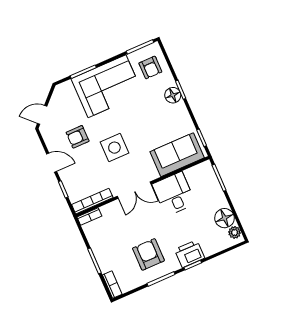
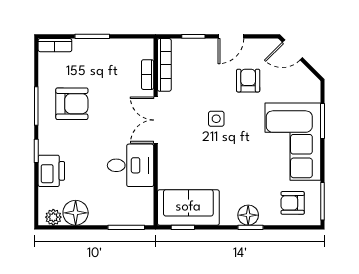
door: (42, 115) -> (292, 50), swing flipped
side table: (114, 148) -> (216, 119), width x0.54, depth x0.54
sofa: (177, 155) -> (188, 207), moved, turned -90
bookcase: (89, 216) -> (148, 75), moved
printer: (190, 254) -> (51, 171), moved

